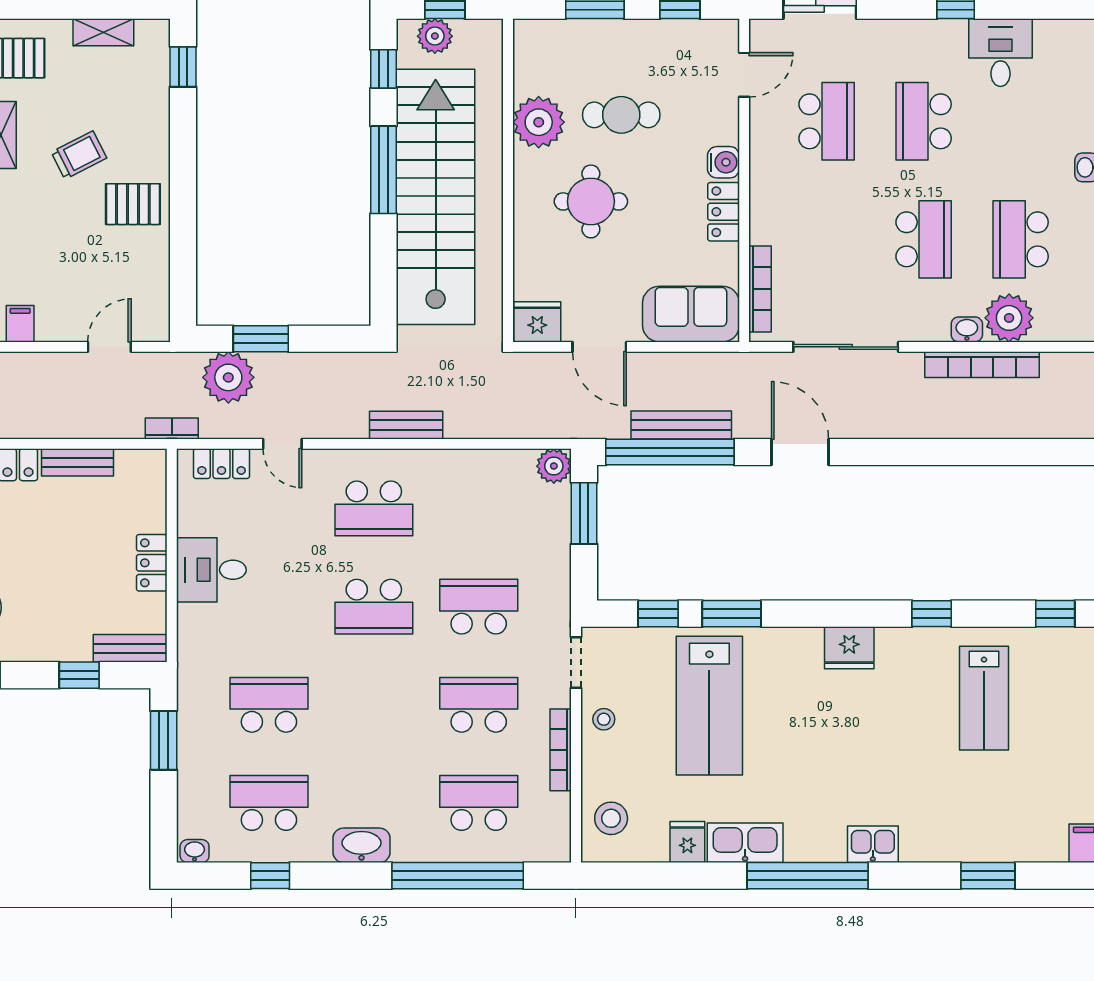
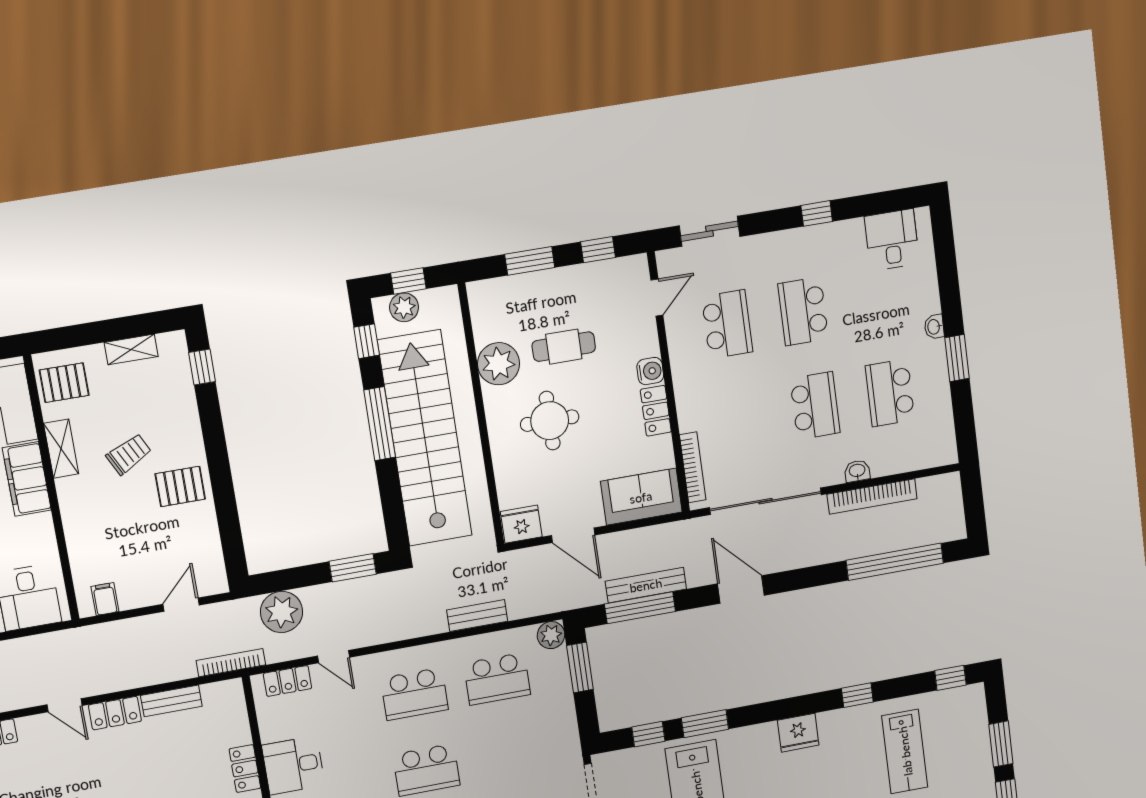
desk: (1001, 53) -> (892, 240), moved
plant: (1009, 318) -> (888, 456), removed
window: (261, 339) -> (353, 568), moved
sliding door: (846, 347) -> (765, 501), width x1.36
bench: (406, 425) -> (477, 616), moved
bookcase: (172, 428) -> (231, 663), width x1.56
window: (670, 452) -> (640, 608), width x0.68
window: (1001, 452) -> (895, 562), added
school desk: (479, 607) -> (497, 679), moved, turned 180

